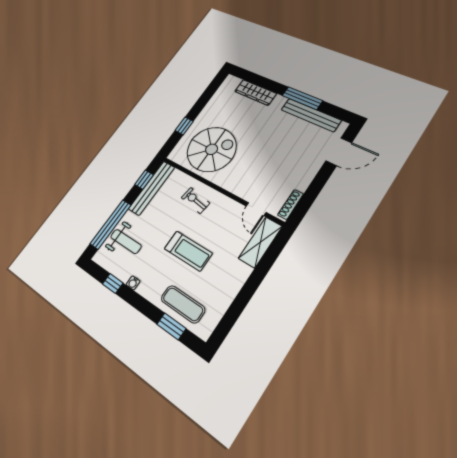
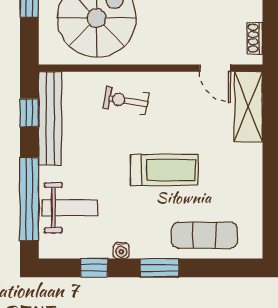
shoe rack: (291, 204) -> (255, 38), width x0.70
window: (171, 326) -> (159, 268), moved

